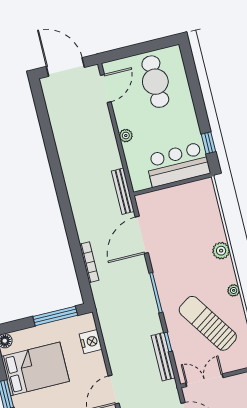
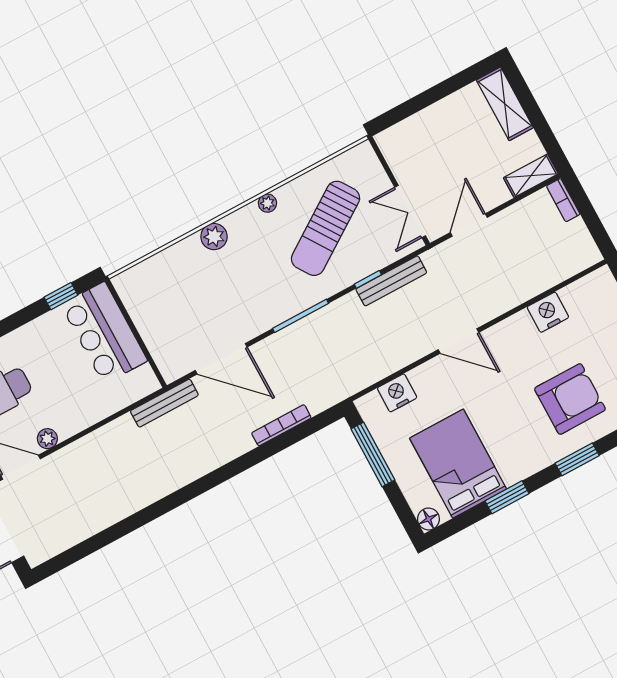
plant: (126, 136) -> (47, 439), moved

